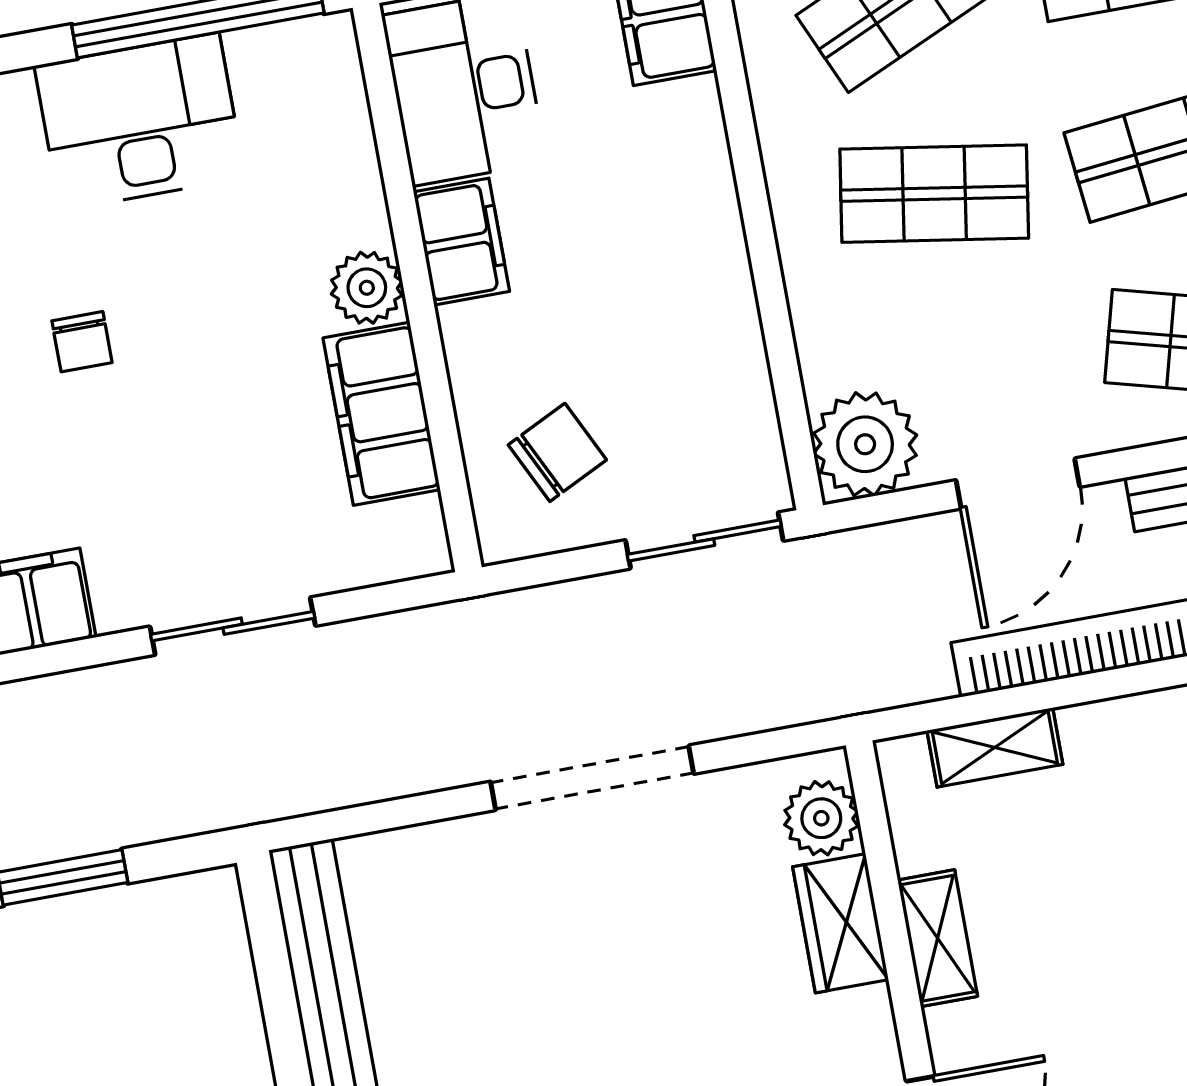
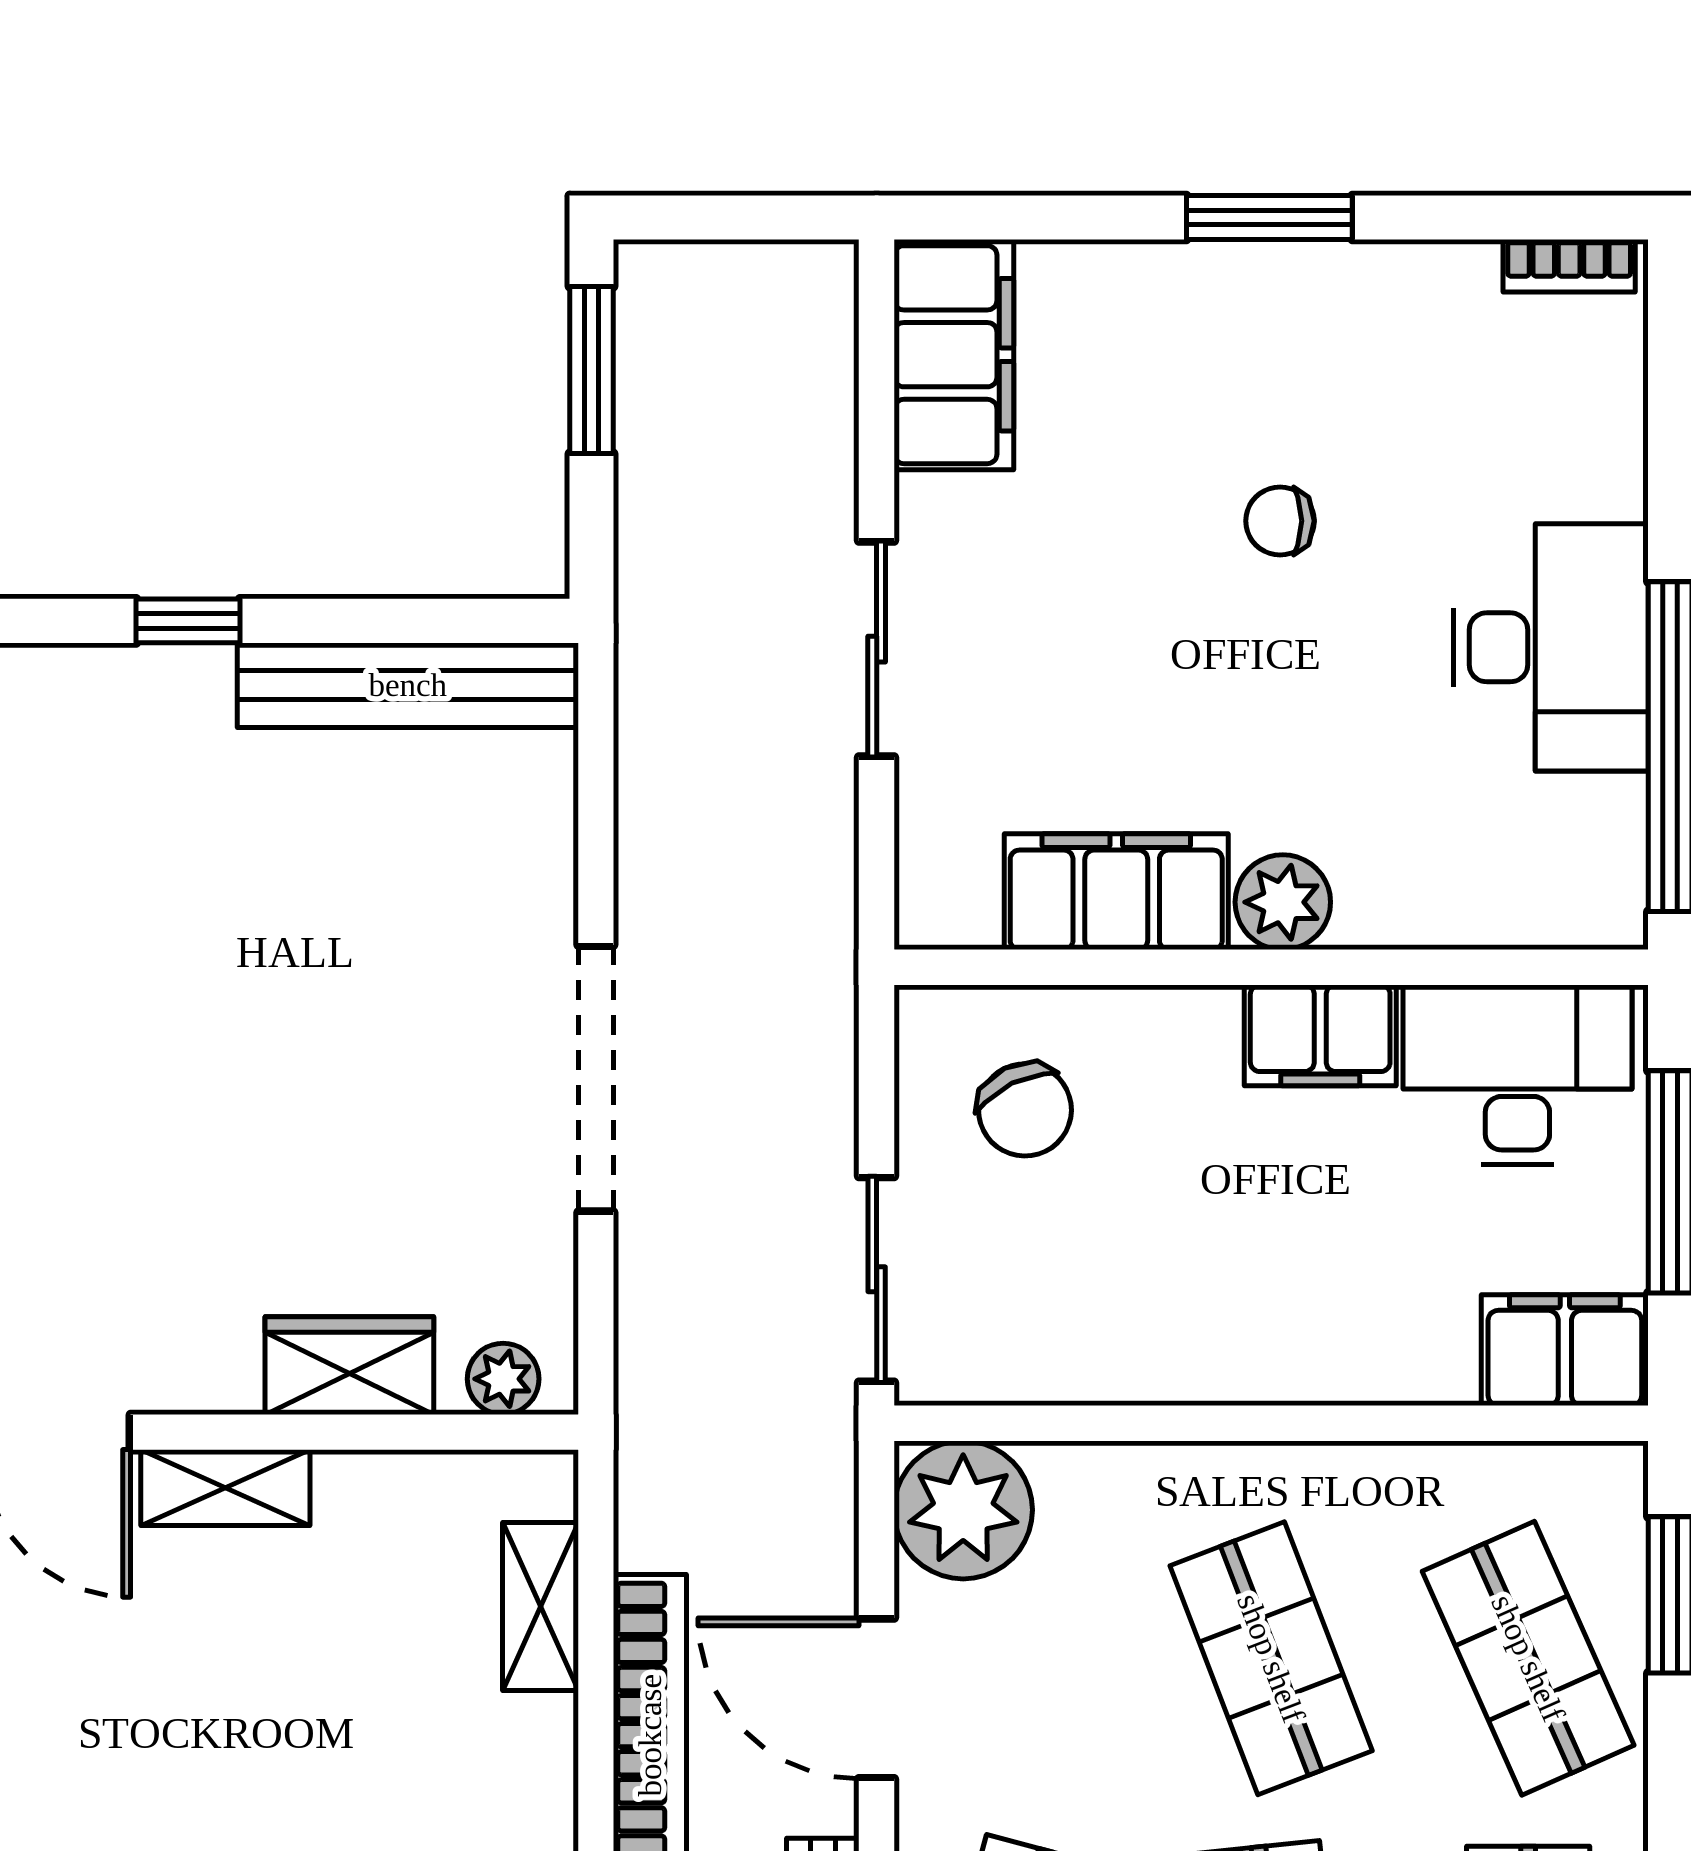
shop shelf: (934, 194) -> (1271, 1658), turned -30
plant: (821, 818) -> (503, 1379), width x0.73, depth x0.73
shelving: (938, 938) -> (225, 1488), moved

